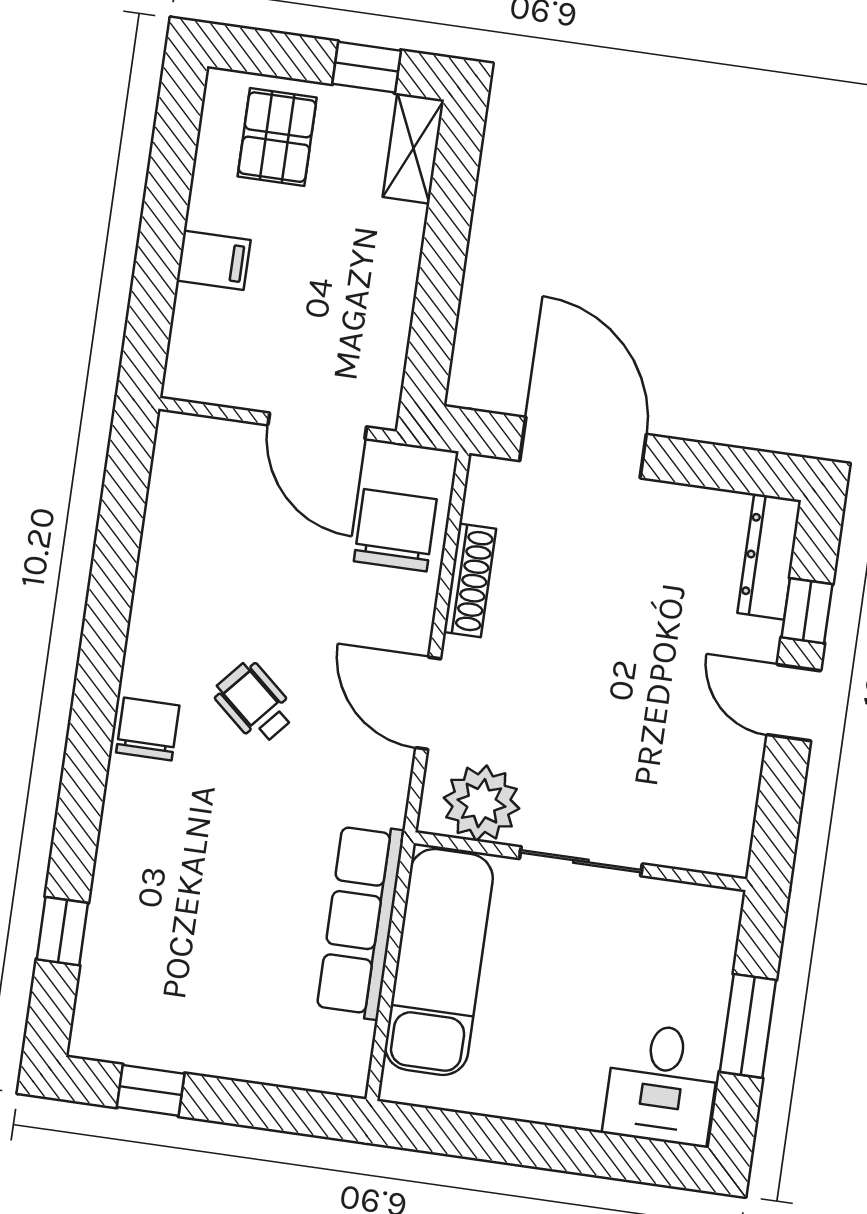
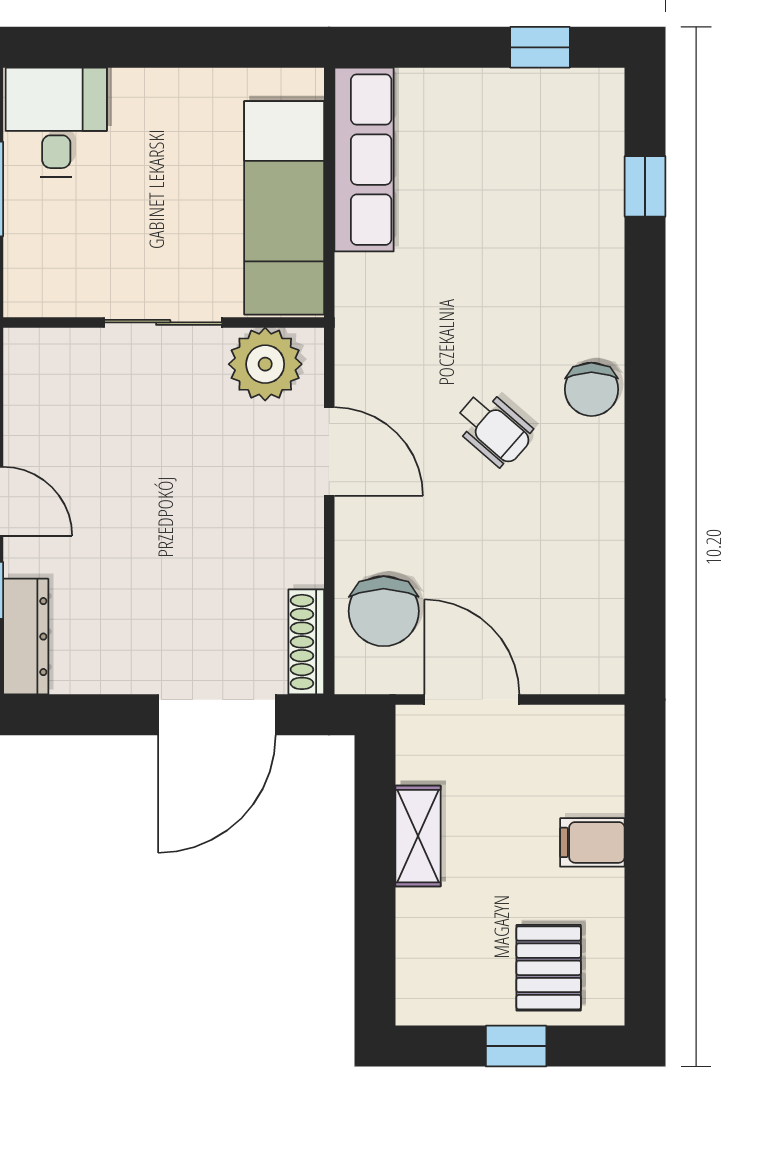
window: (367, 67) -> (516, 1046), moved
shelving: (413, 148) -> (418, 836), moved
door: (583, 448) -> (217, 715), hinge flipped
shoe rack: (470, 580) -> (306, 642), moved
row of seats: (360, 921) -> (364, 160), moved

